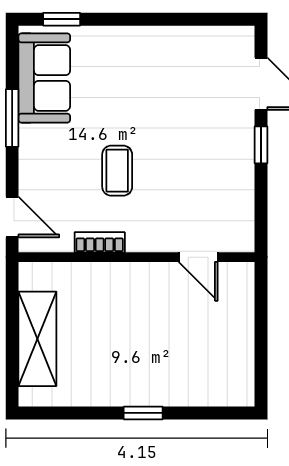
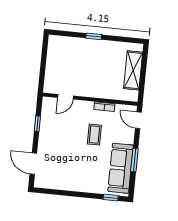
sofa: (44, 78) -> (121, 168), width x1.36
window: (261, 145) -> (37, 124), moved
door: (198, 257) -> (65, 97), swing flipped

